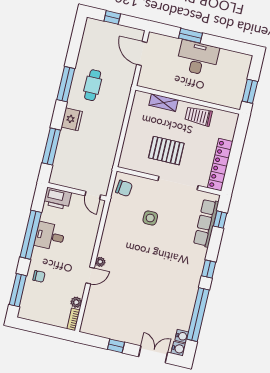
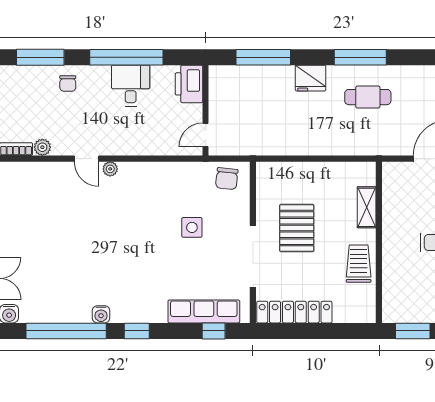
water cooler: (182, 336) -> (101, 314), moved

